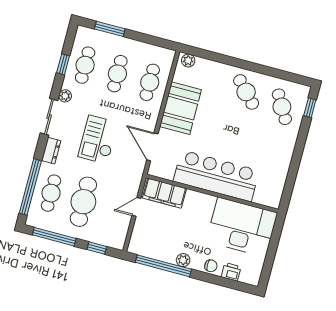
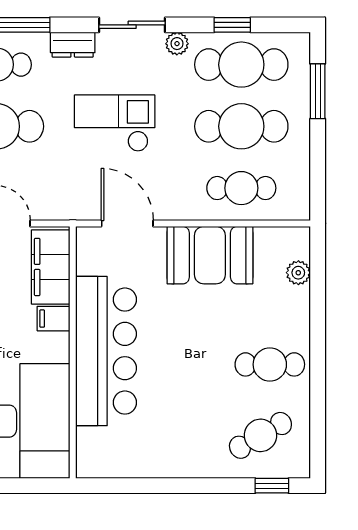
plant: (188, 61) -> (298, 273), moved
cafe table: (85, 65) -> (241, 65), width x1.37, depth x1.35
cafe table: (117, 74) -> (241, 126), width x1.37, depth x1.35
cafe table: (246, 92) -> (270, 364), turned 43
door: (152, 147) -> (127, 223), hinge flipped
filing cabinet: (192, 199) -> (54, 319), added

